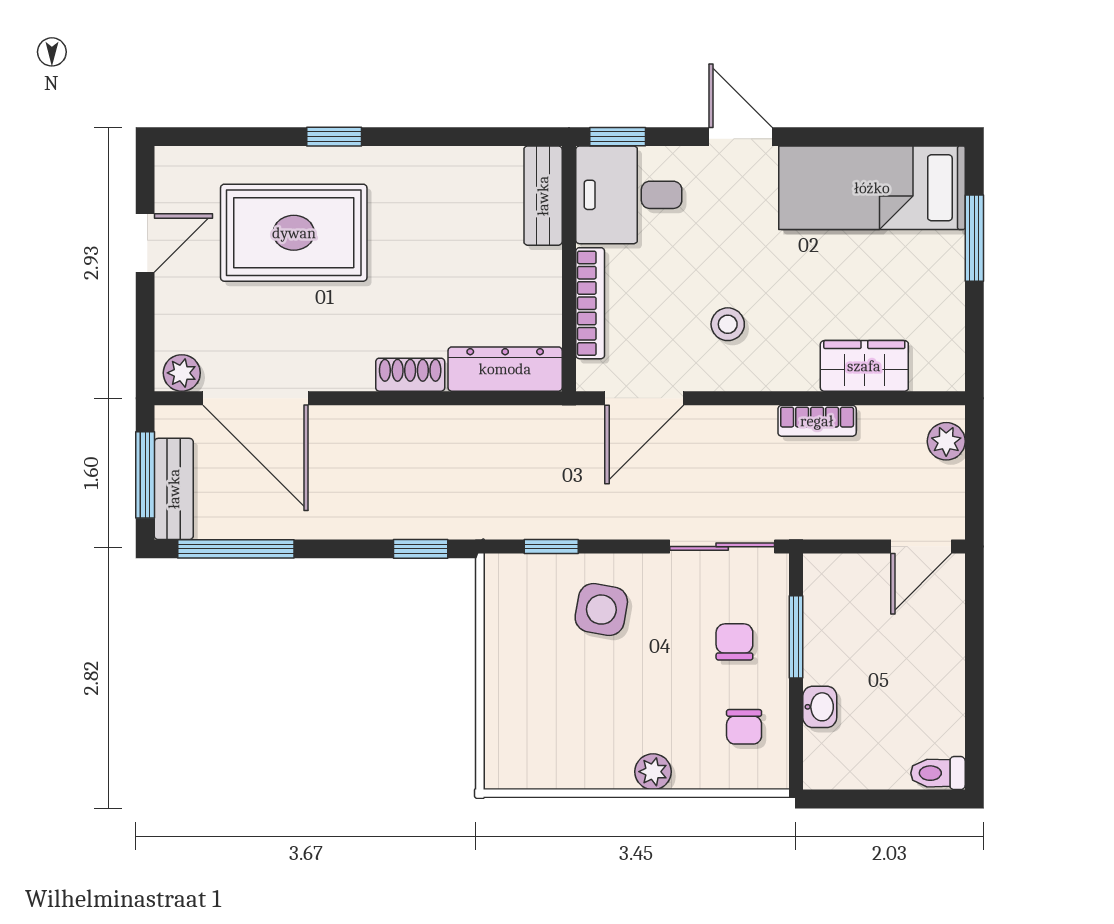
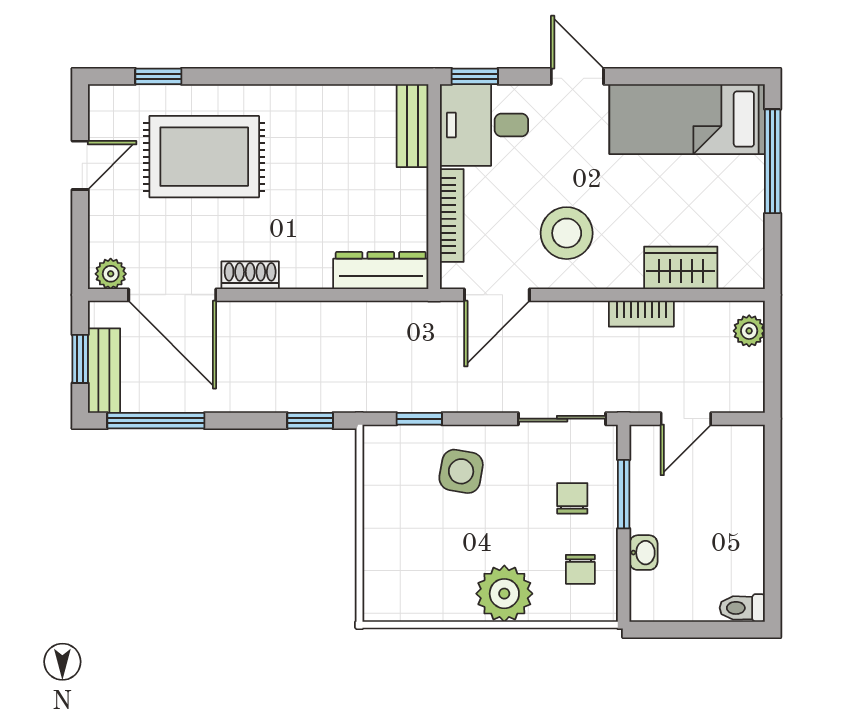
window: (334, 137) -> (158, 76), moved
window: (974, 238) -> (773, 161), width x1.44
stool: (728, 324) -> (567, 233), width x1.89, depth x1.89
shoe rack: (410, 375) -> (250, 275), moved
window: (145, 475) -> (80, 359), width x0.67
door: (921, 547) -> (686, 419), moved
plant: (653, 772) -> (504, 594), width x1.88, depth x1.88

